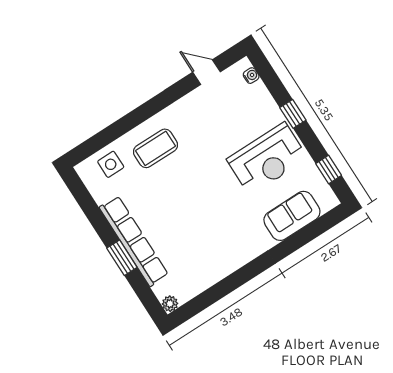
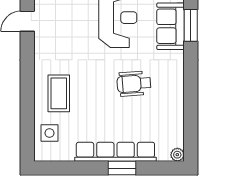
wheelchair: (213, 216) -> (134, 84), added
window: (306, 235) -> (191, 25), added

